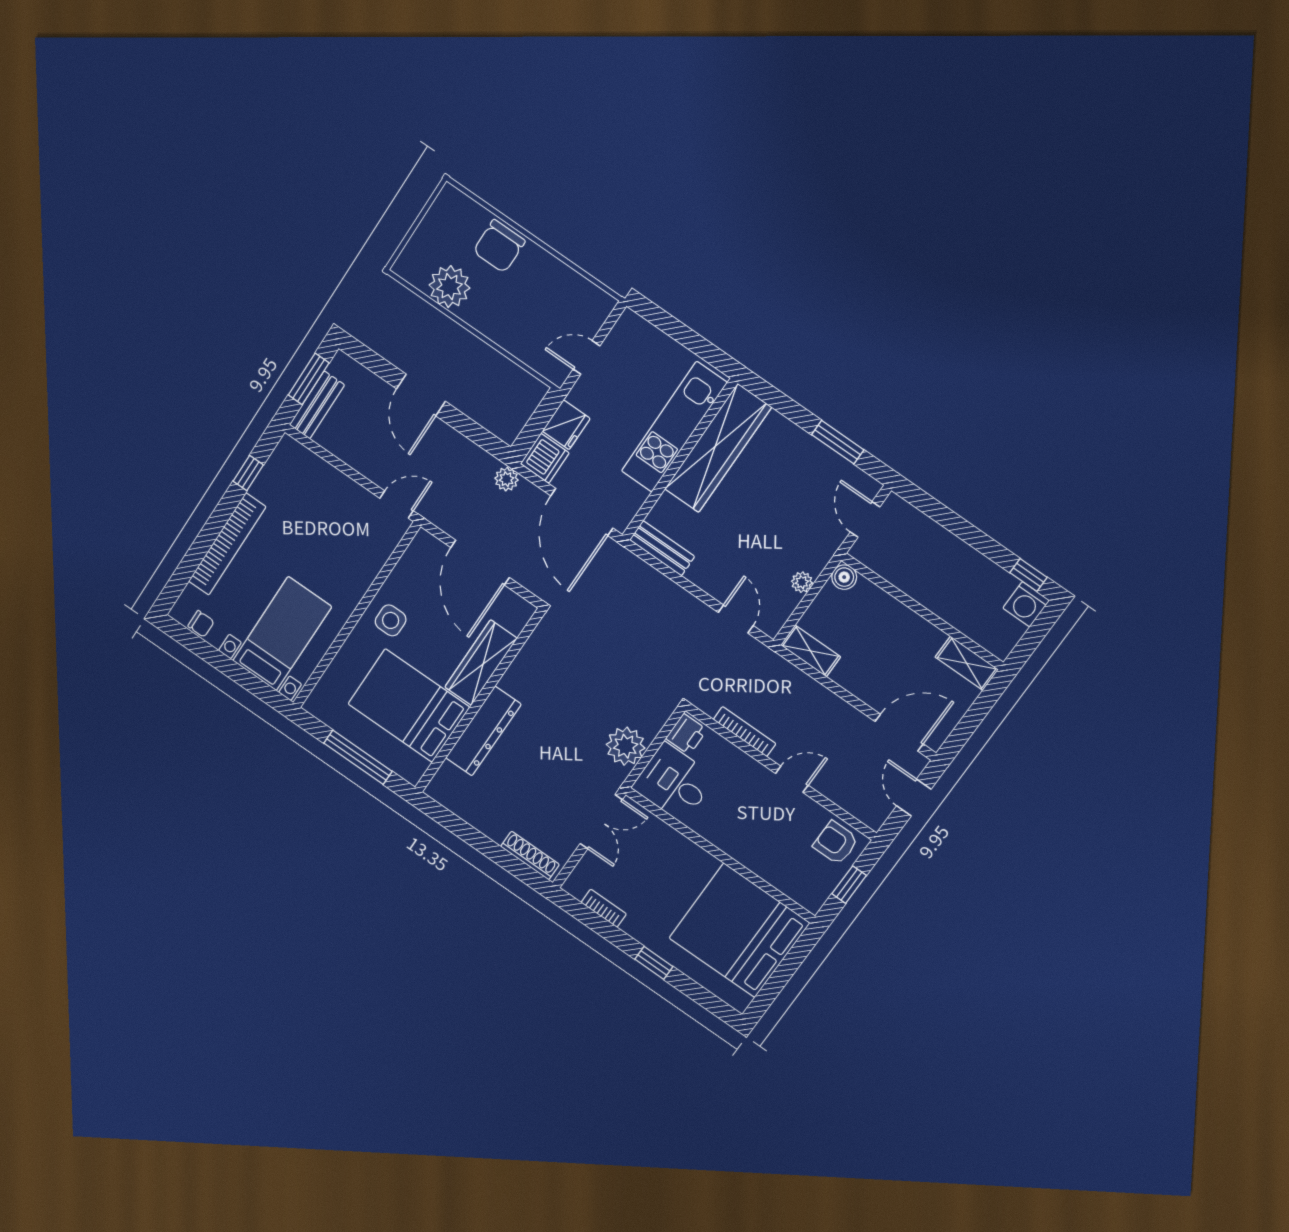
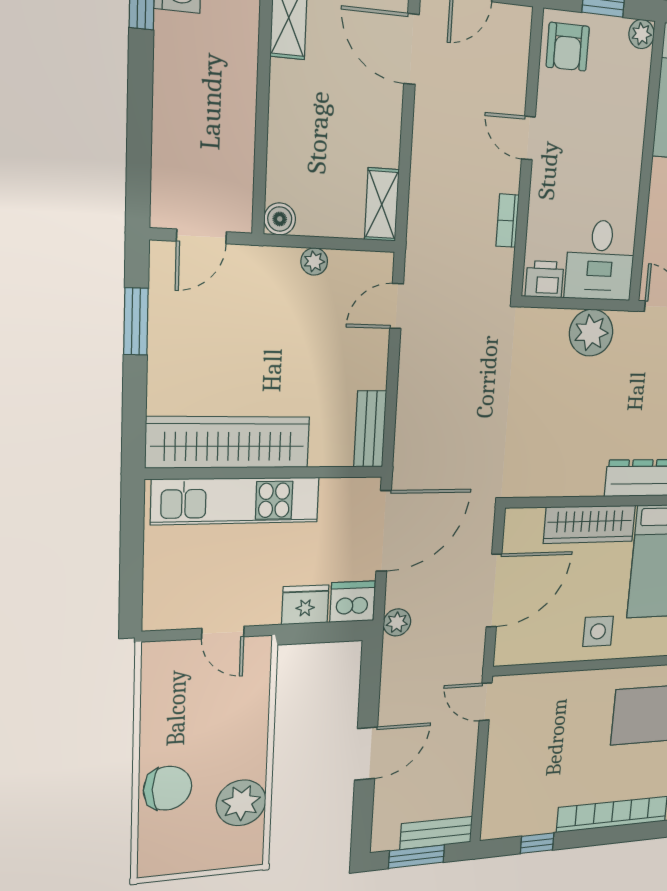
bookcase: (745, 732) -> (507, 221), width x0.64
plant: (812, 901) -> (642, 34), added

